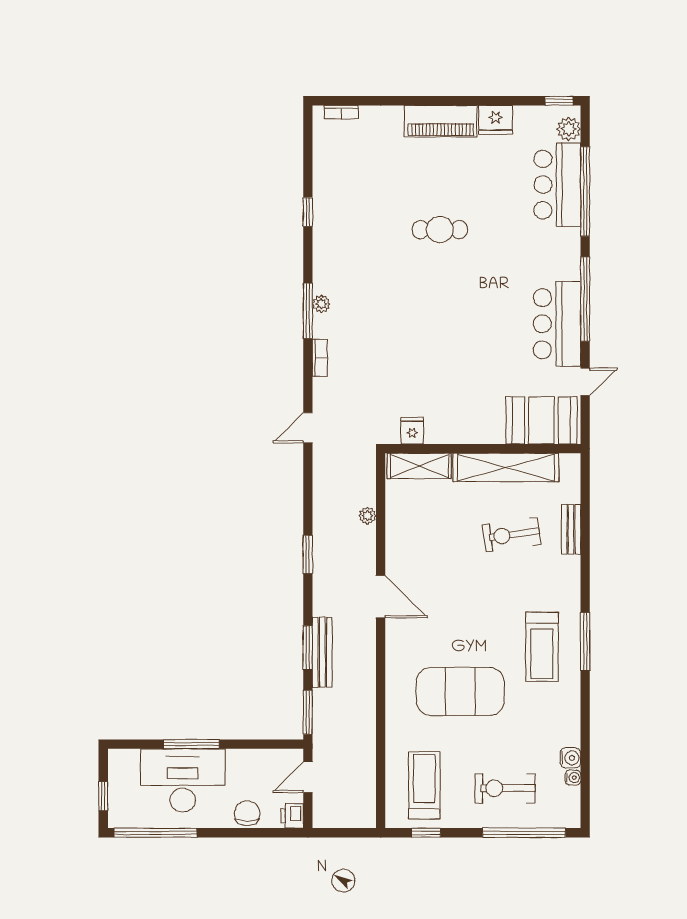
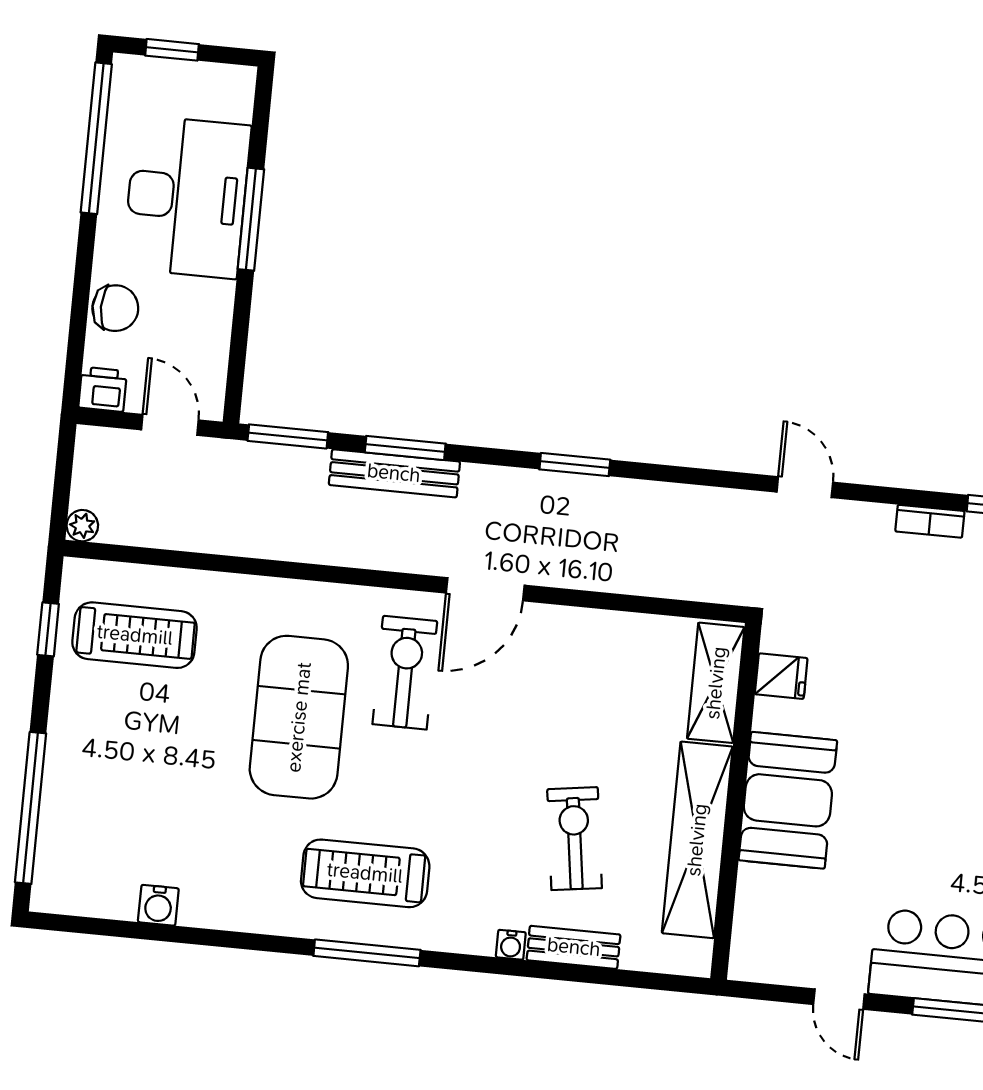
booth: (541, 420) -> (788, 800), moved
plant: (367, 516) -> (82, 526), moved
water cooler: (573, 778) -> (511, 945), moved
exercise bike: (505, 788) -> (405, 673), moved

